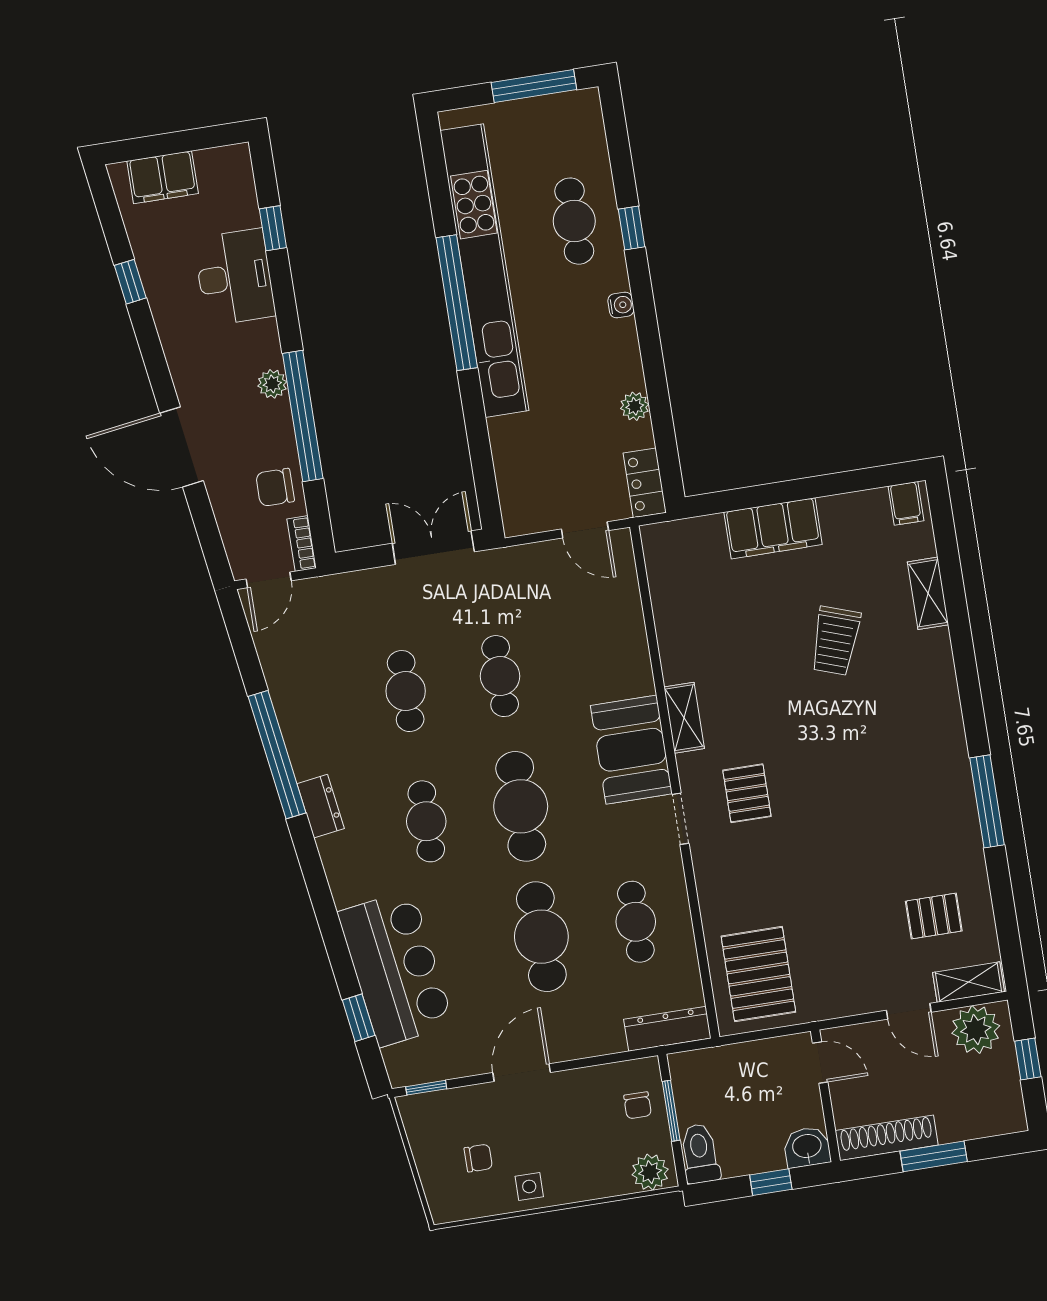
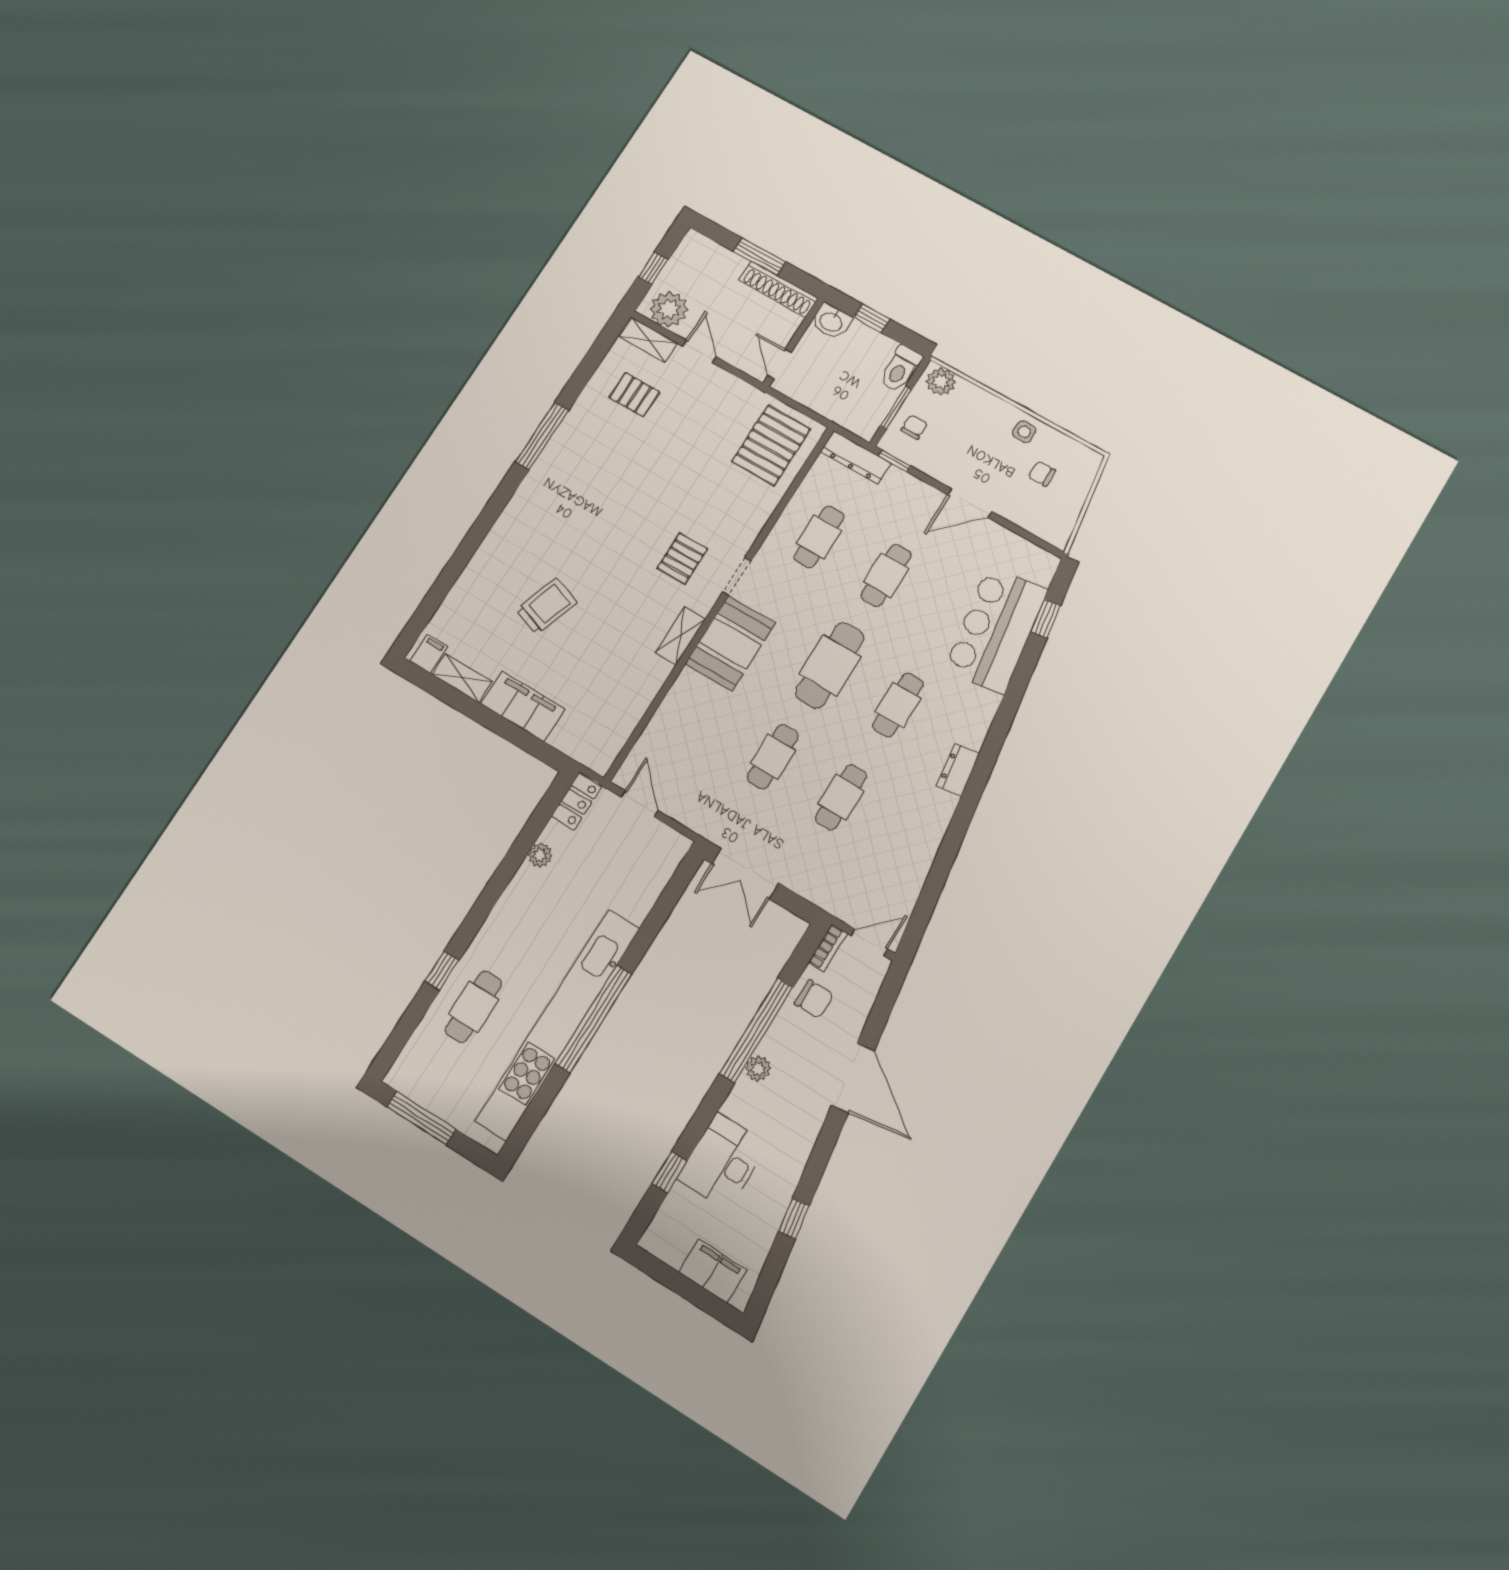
water cooler: (621, 305) -> (492, 927), removed
shelving: (928, 593) -> (462, 678), moved, turned 90
window: (277, 755) -> (959, 826), removed
cafe table: (541, 937) -> (886, 575), width x0.73, depth x0.74
window: (426, 1088) -> (895, 461), moved

